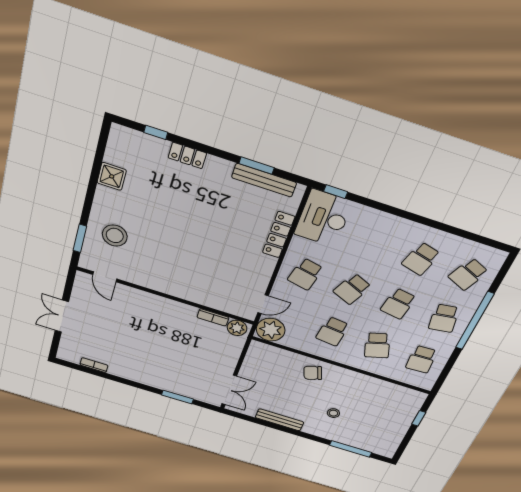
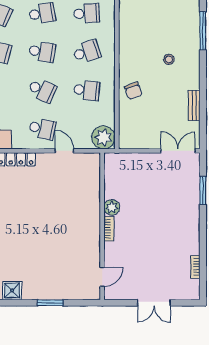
stool: (115, 236) -> (61, 278), removed
window: (80, 238) -> (50, 303), moved
door: (263, 304) -> (64, 151), moved
bookcase: (213, 317) -> (109, 229), moved
plant: (237, 328) -> (112, 207), moved
bench: (279, 420) -> (194, 106), width x0.73

